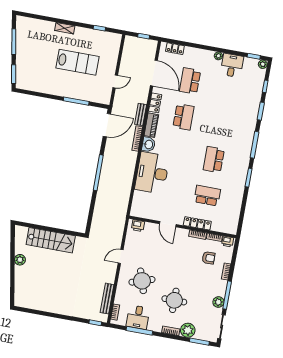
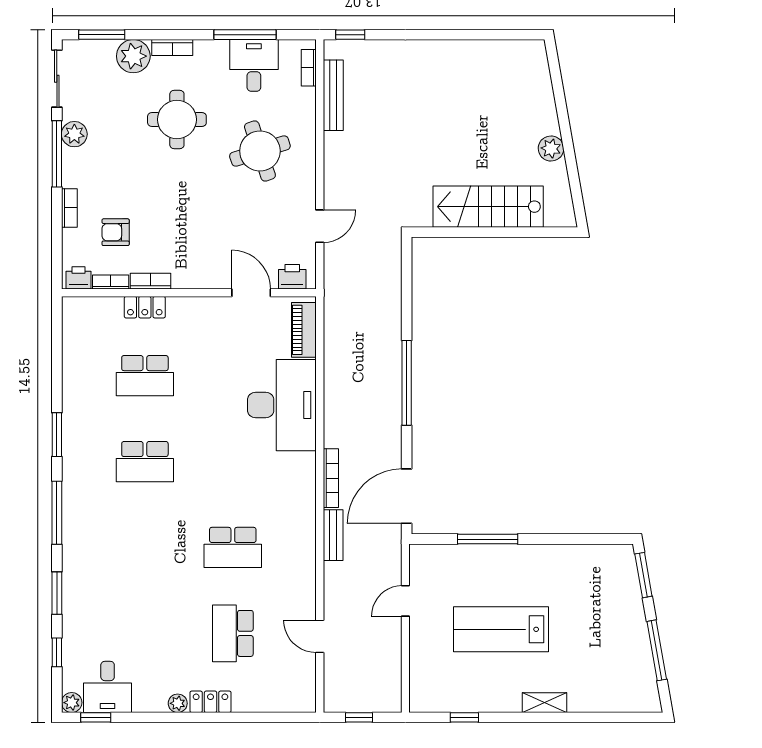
locker: (175, 49) -> (211, 702), moved
desk: (232, 65) -> (108, 687), moved
door: (154, 73) -> (320, 636), width x0.53
school desk: (190, 81) -> (233, 633), turned 180
locker: (155, 103) -> (304, 568), removed
school desk: (183, 117) -> (233, 547), turned -90
piano: (151, 125) -> (304, 330), moved
washbasin: (148, 144) -> (302, 469), removed
school desk: (214, 160) -> (145, 462), turned 90
locker: (197, 223) -> (145, 307), width x0.66
door: (168, 224) -> (251, 293), moved
door: (121, 256) -> (320, 226), moved

